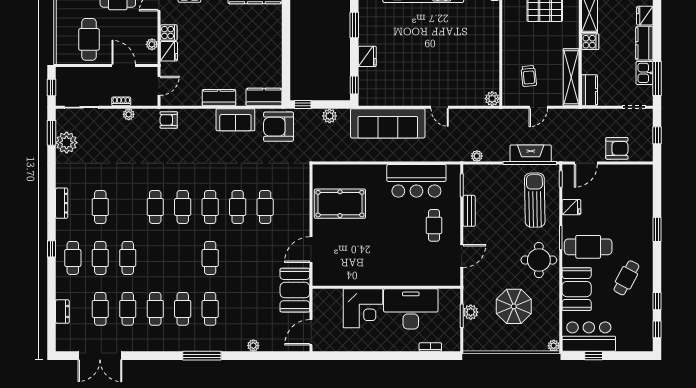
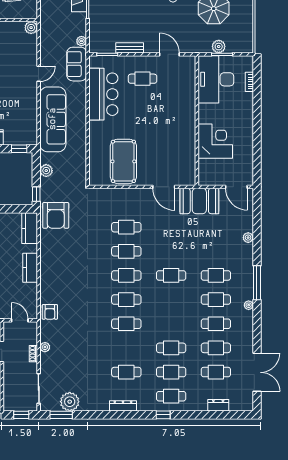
sofa: (235, 120) -> (77, 64), moved, turned 180
desk: (411, 309) -> (216, 79), moved
plant: (176, 346) -> (249, 305), added

